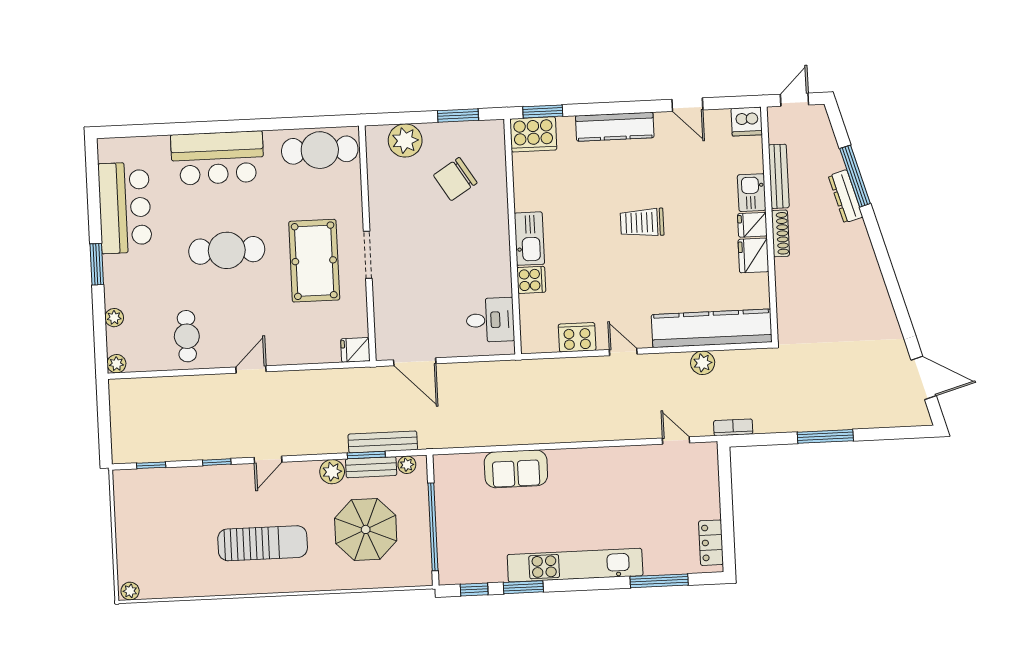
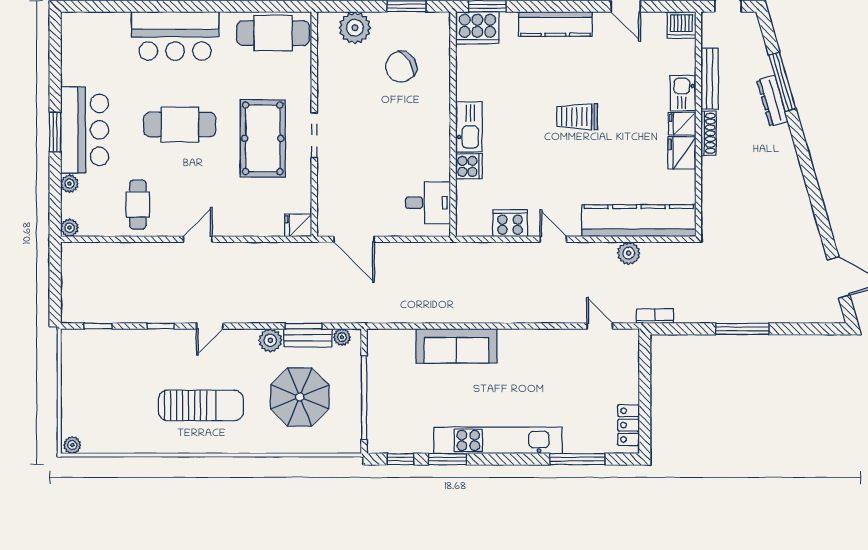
bar counter: (125, 208) -> (85, 130), moved
bench: (383, 442) -> (320, 314), removed
sofa: (516, 469) -> (457, 346), width x1.36

